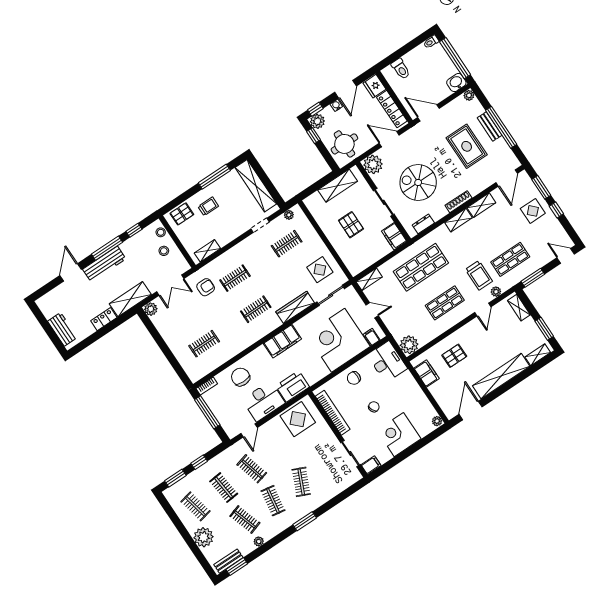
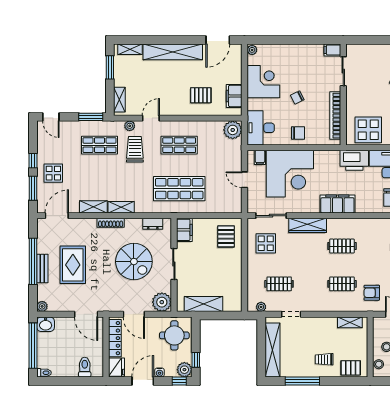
pallet: (351, 225) -> (226, 236), moved
shelving: (369, 279) -> (230, 207), removed
corner desk: (399, 435) -> (263, 82), moved, turned -90

